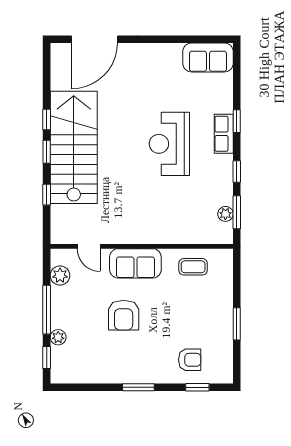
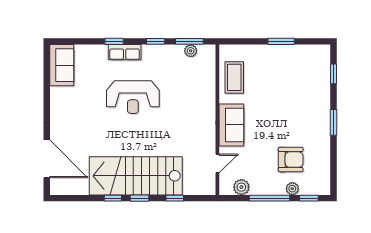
coffee table: (193, 267) -> (234, 77), width x1.36, depth x1.30
armchair: (124, 315) -> (291, 160), moved
armchair: (190, 360) -> (311, 80), removed

